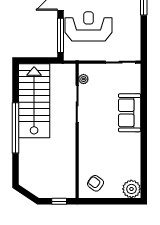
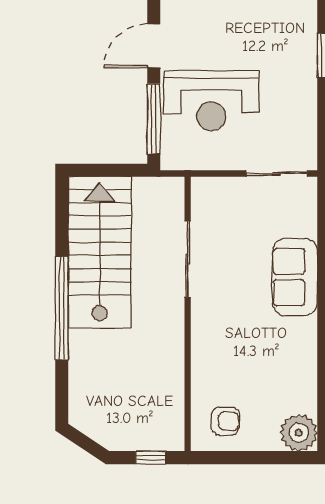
reception desk: (89, 26) -> (211, 101), turned 180
plant: (83, 79) -> (201, 208), removed
armchair: (96, 183) -> (225, 421), turned 143

